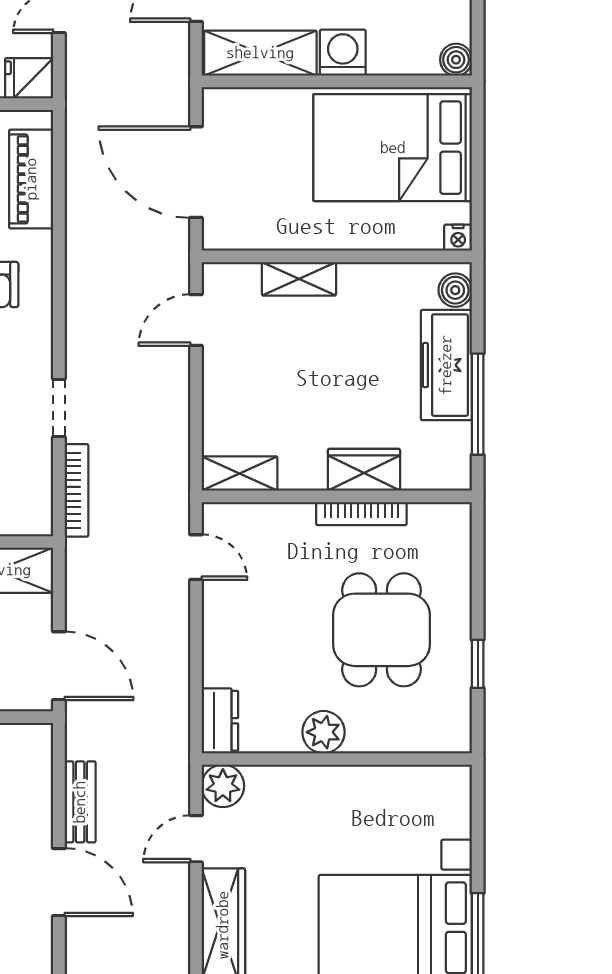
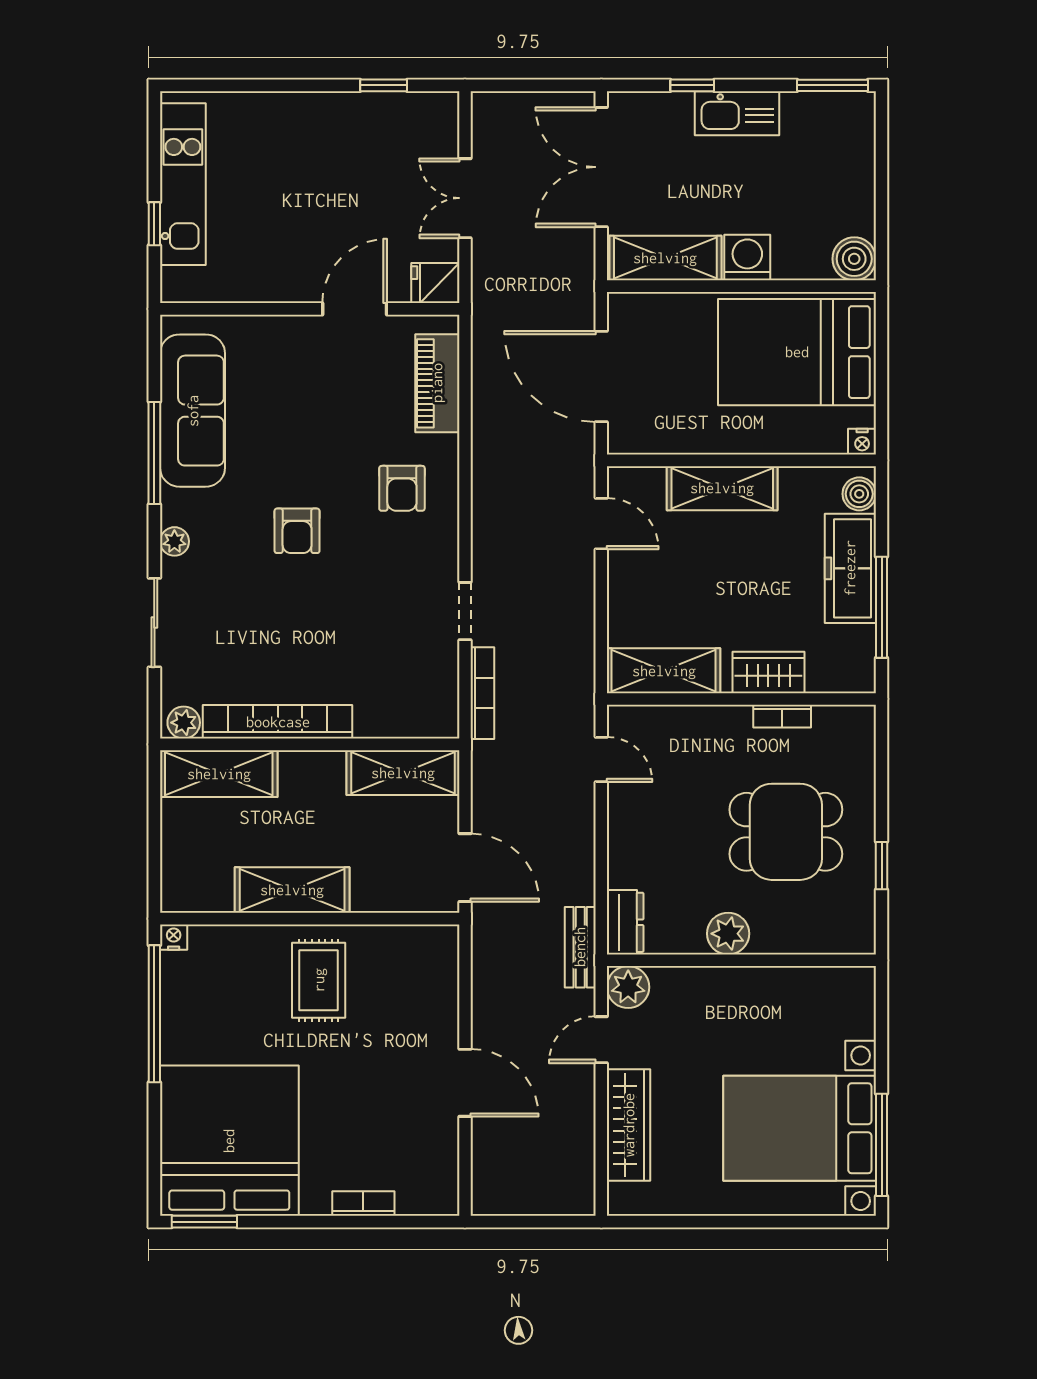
boiler: (456, 60) -> (854, 259), width x1.36, depth x1.36
shelving: (299, 279) -> (722, 488), width x1.50, depth x1.33
door: (196, 320) -> (601, 524), swing flipped
shelving: (240, 474) -> (664, 671), width x1.50, depth x1.33
bookcase: (361, 514) -> (782, 716), width x0.64
dining table: (382, 630) -> (786, 832), turned 90
bench: (80, 802) -> (580, 947), moved

